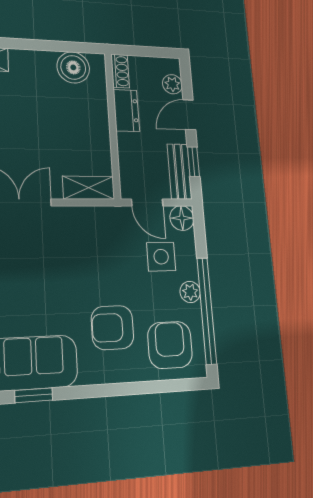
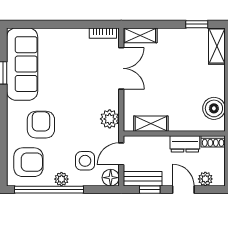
shelving: (89, 188) -> (151, 124), moved, turned 90
plant: (97, 220) -> (110, 119), added

